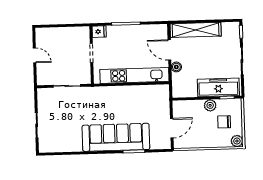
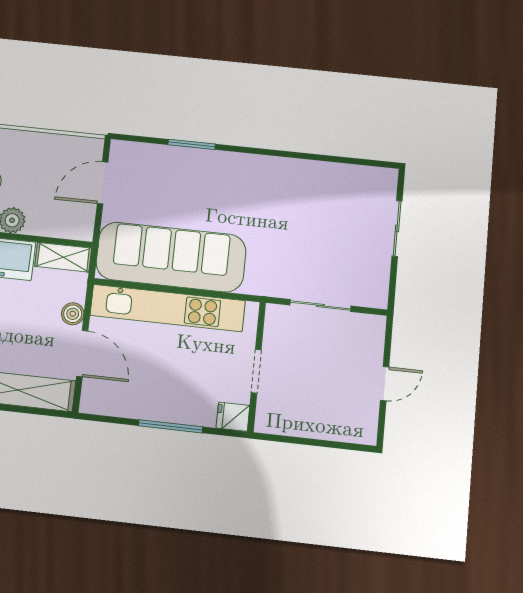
door: (35, 55) -> (385, 384), swing flipped
shelving: (184, 92) -> (63, 257), added
sofa: (116, 137) -> (171, 257), moved, turned 180

